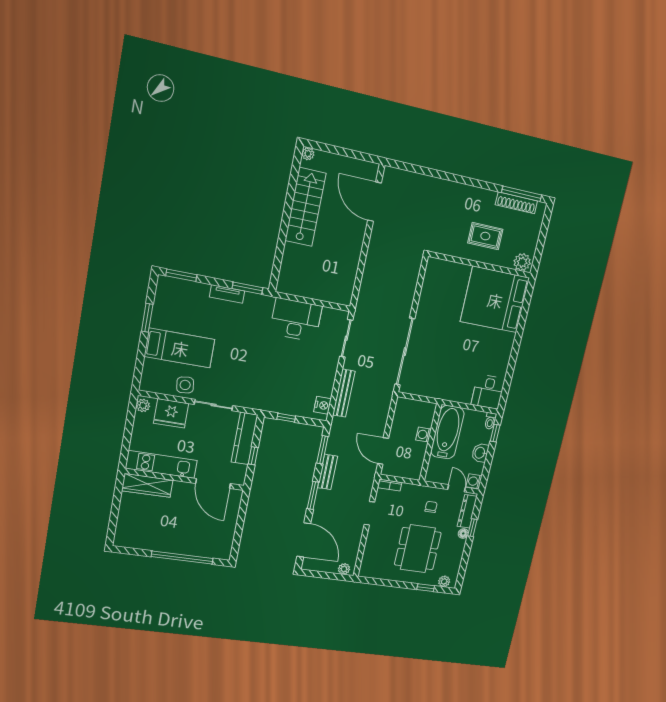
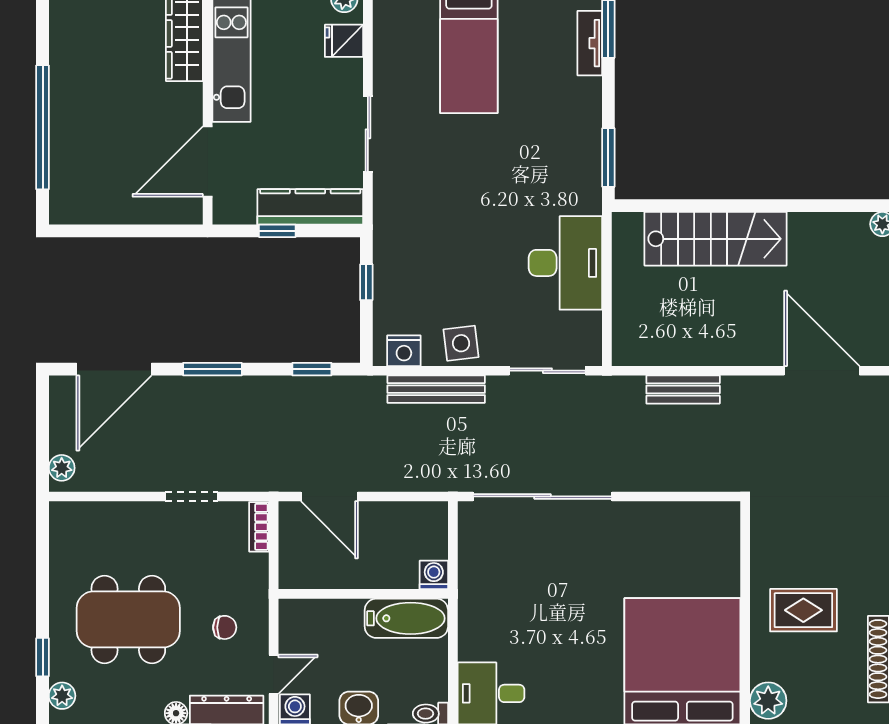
door: (374, 202) -> (822, 371), hinge flipped
stairs: (305, 207) -> (716, 239), moved
rug: (485, 236) -> (803, 610), turned 90
tv unit: (227, 294) -> (590, 43), moved
side table: (185, 385) -> (461, 343), moved
fridge: (171, 413) -> (344, 41), width x0.53, depth x0.75
bathtub: (447, 432) -> (406, 618), width x0.73, depth x0.73
washing machine: (423, 435) -> (434, 575), moved
window: (322, 450) -> (312, 369), width x0.67
door: (383, 451) -> (329, 496), swing flipped
bench: (328, 472) -> (683, 389), moved

